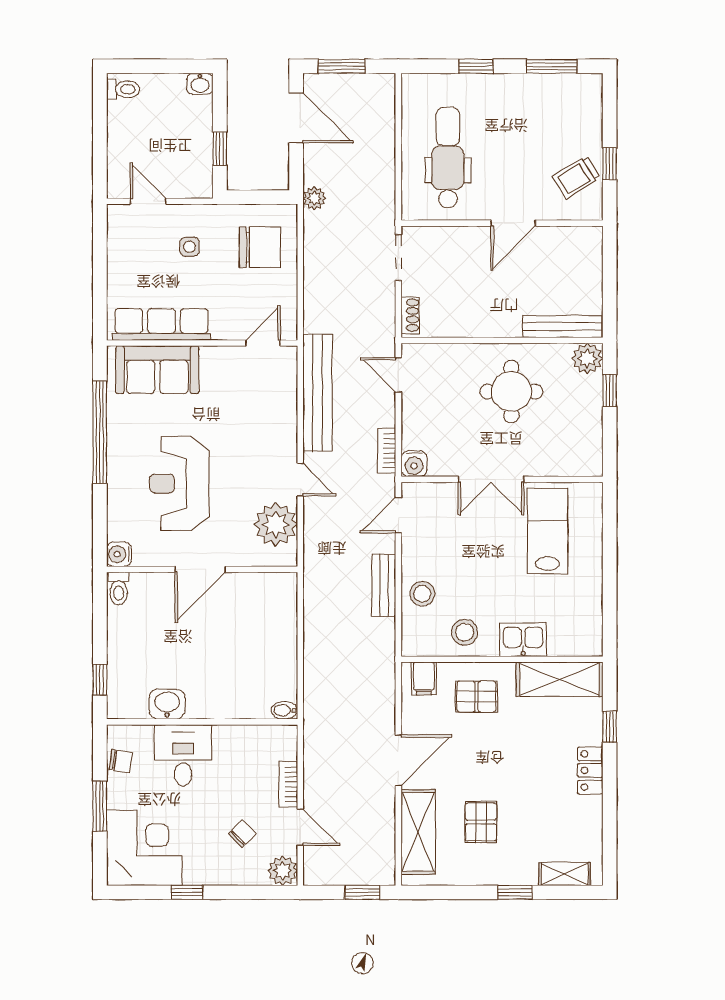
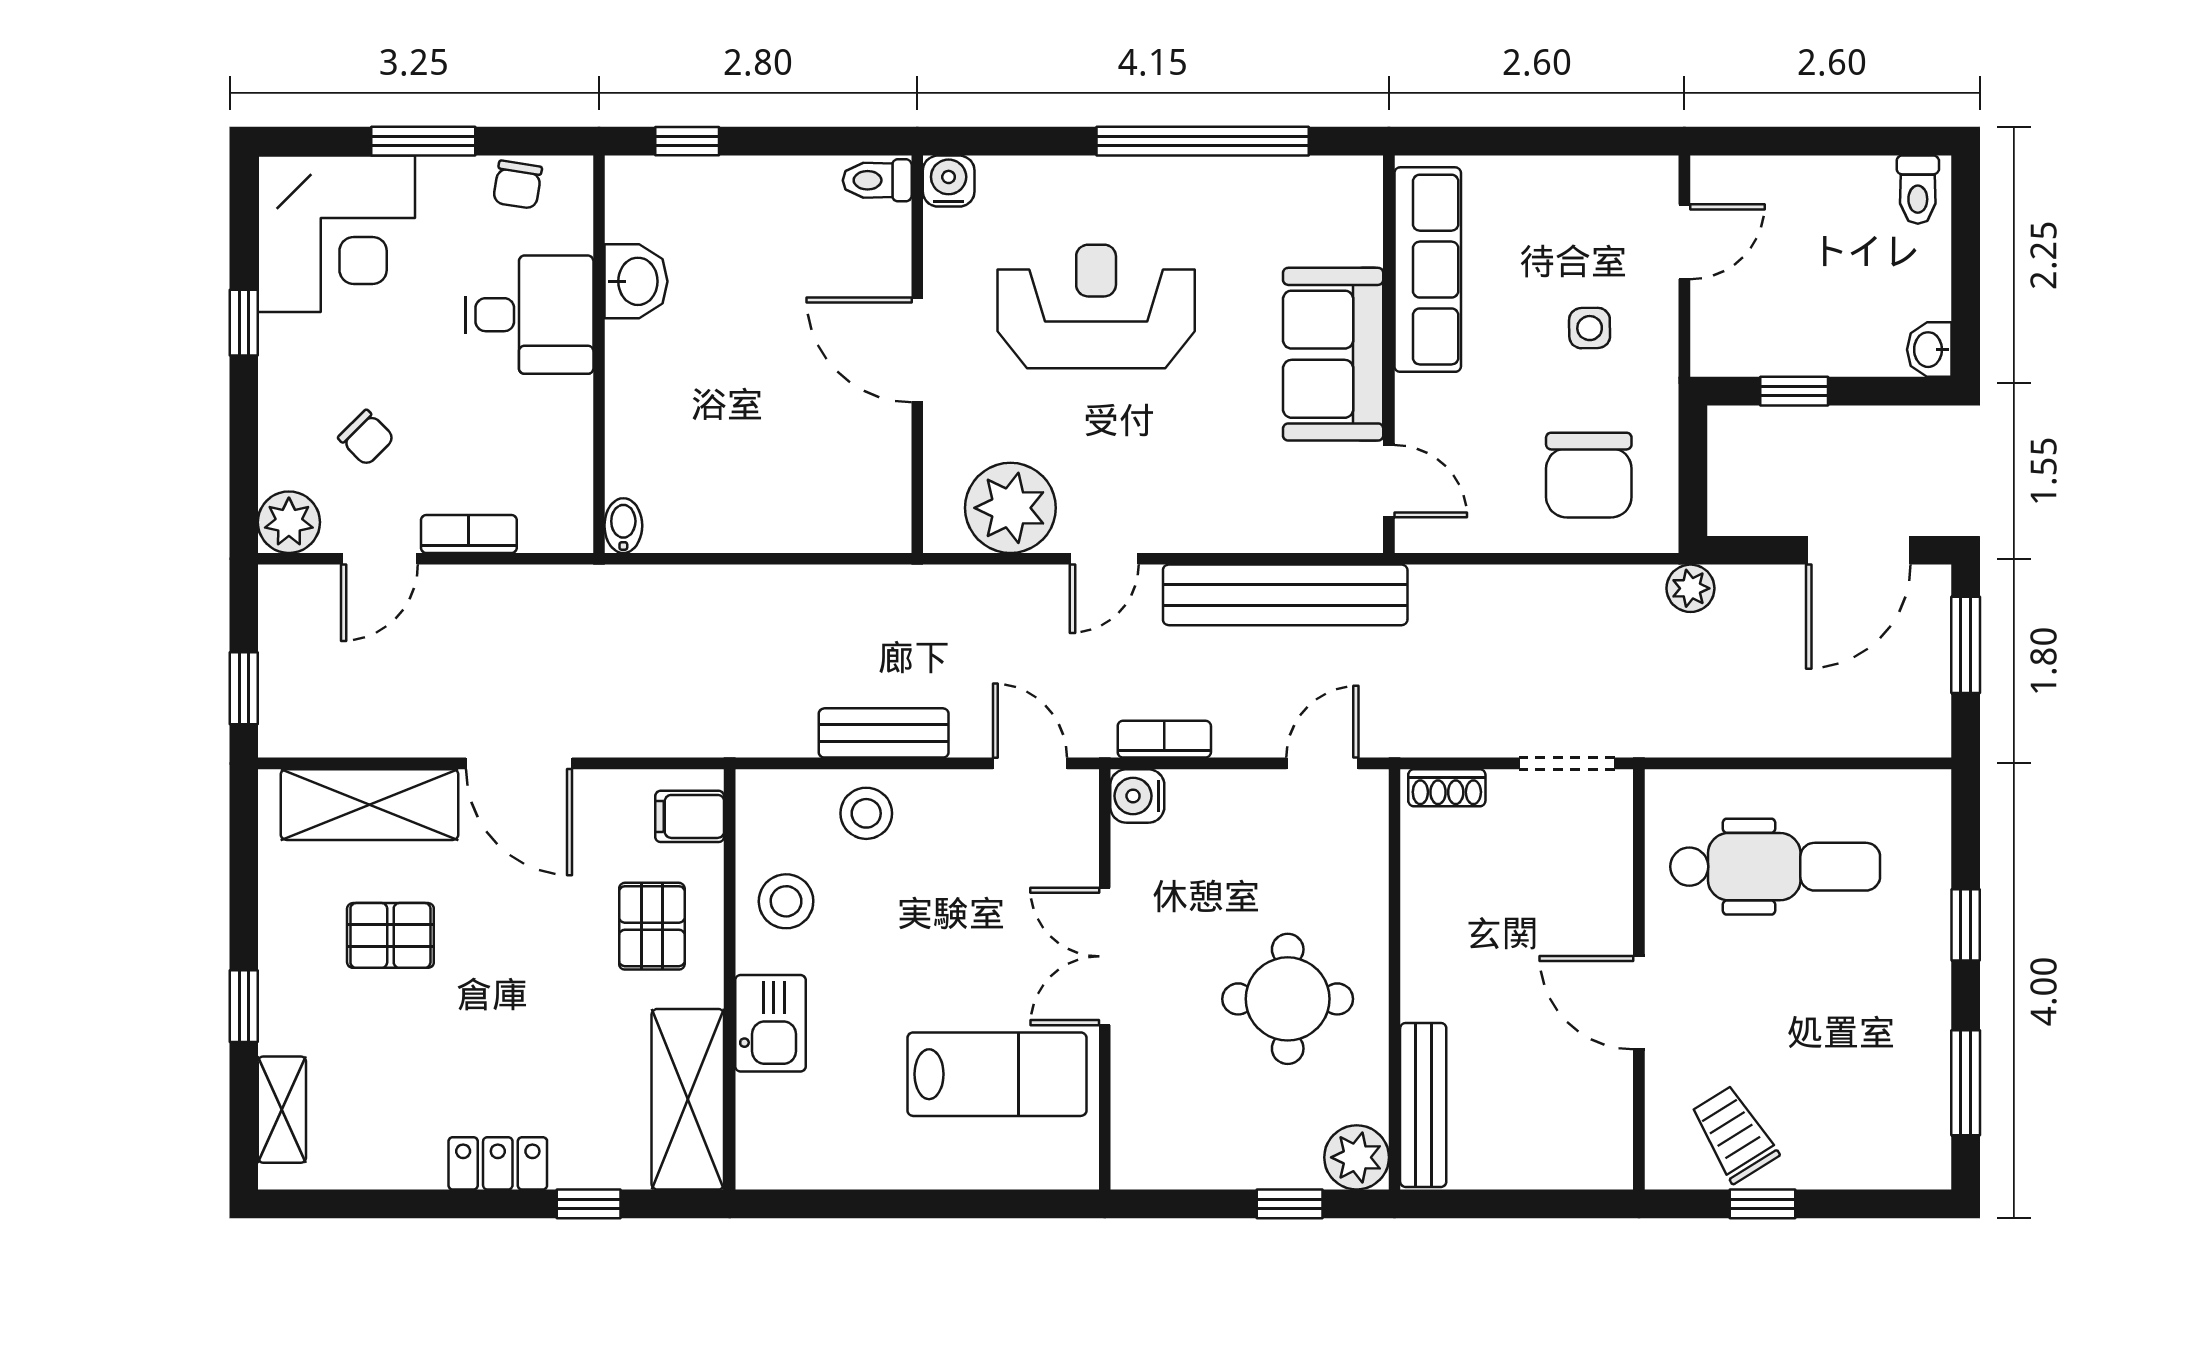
sofa: (157, 370) -> (1333, 354), moved

